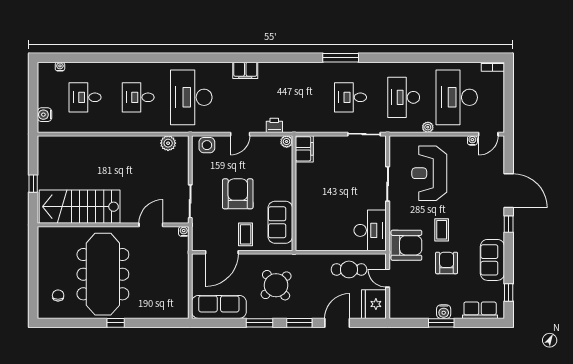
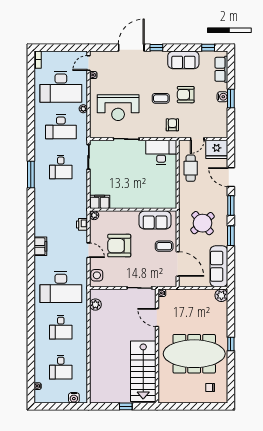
door: (488, 134) -> (89, 63), swing flipped
armchair: (238, 194) -> (119, 246), moved
armchair: (406, 245) -> (172, 125), width x0.53, depth x0.53
plant: (180, 310) -> (221, 295), added

